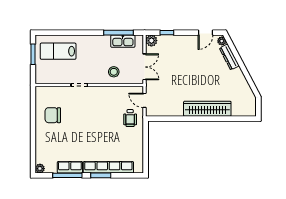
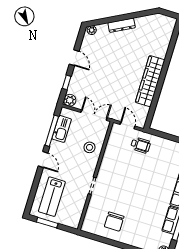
door: (90, 33) -> (43, 160), added
door: (206, 33) -> (74, 58), moved
dresser: (229, 57) -> (122, 25), moved
door: (145, 100) -> (127, 125), swing flipped
wardrobe: (207, 109) -> (150, 81), moved

